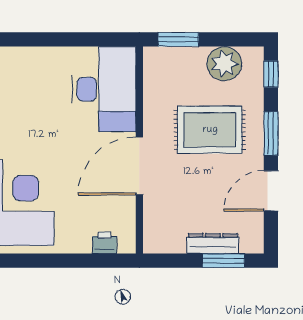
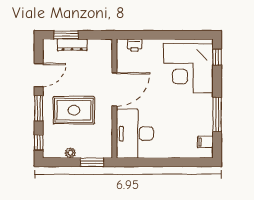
plant: (224, 64) -> (70, 153), width x0.53, depth x0.53

